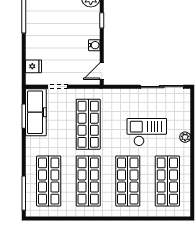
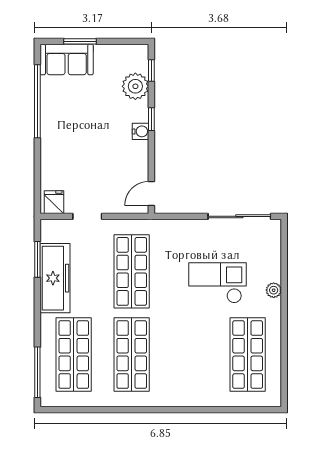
water cooler: (94, 45) -> (141, 131), moved
fridge: (34, 66) -> (54, 202), moved, turned -90
freezer: (36, 112) -> (55, 278), moved
shop shelf: (128, 181) -> (190, 355), removed

